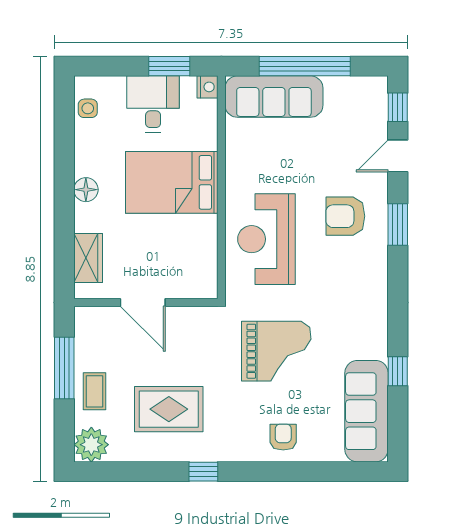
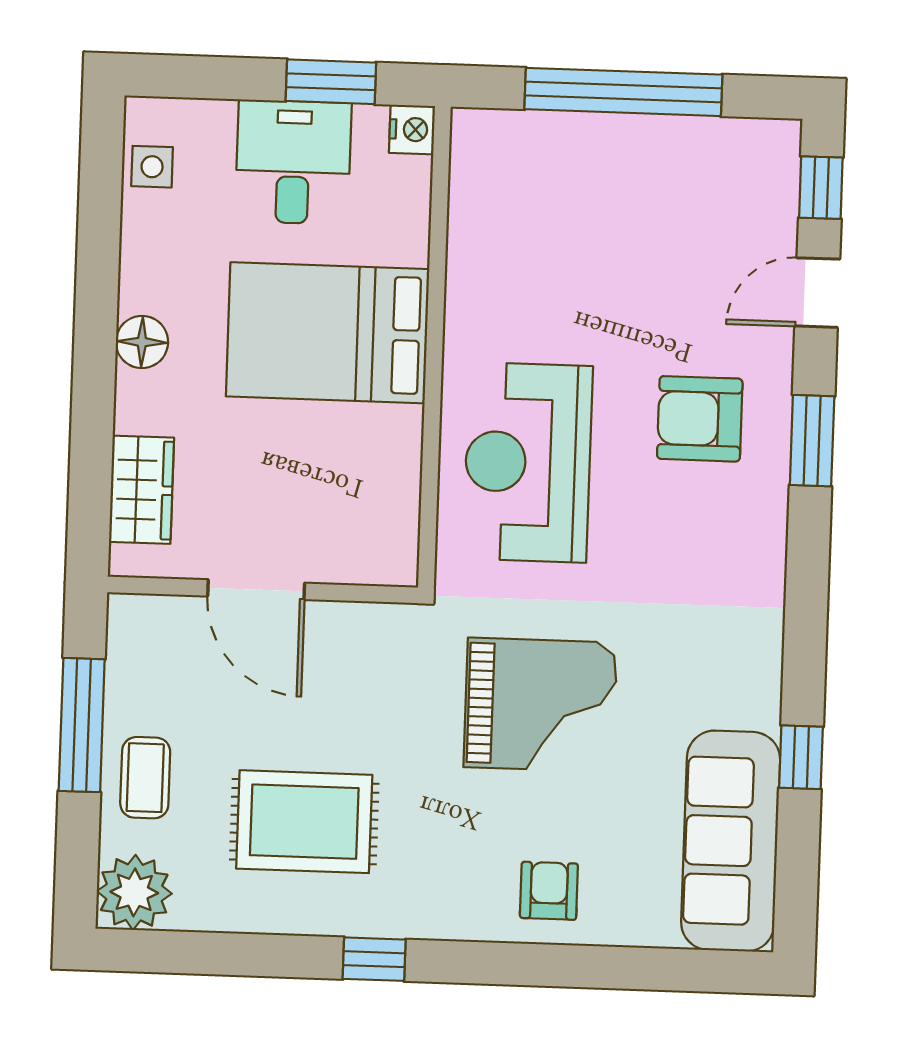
sofa: (274, 97) -> (555, 155), removed

